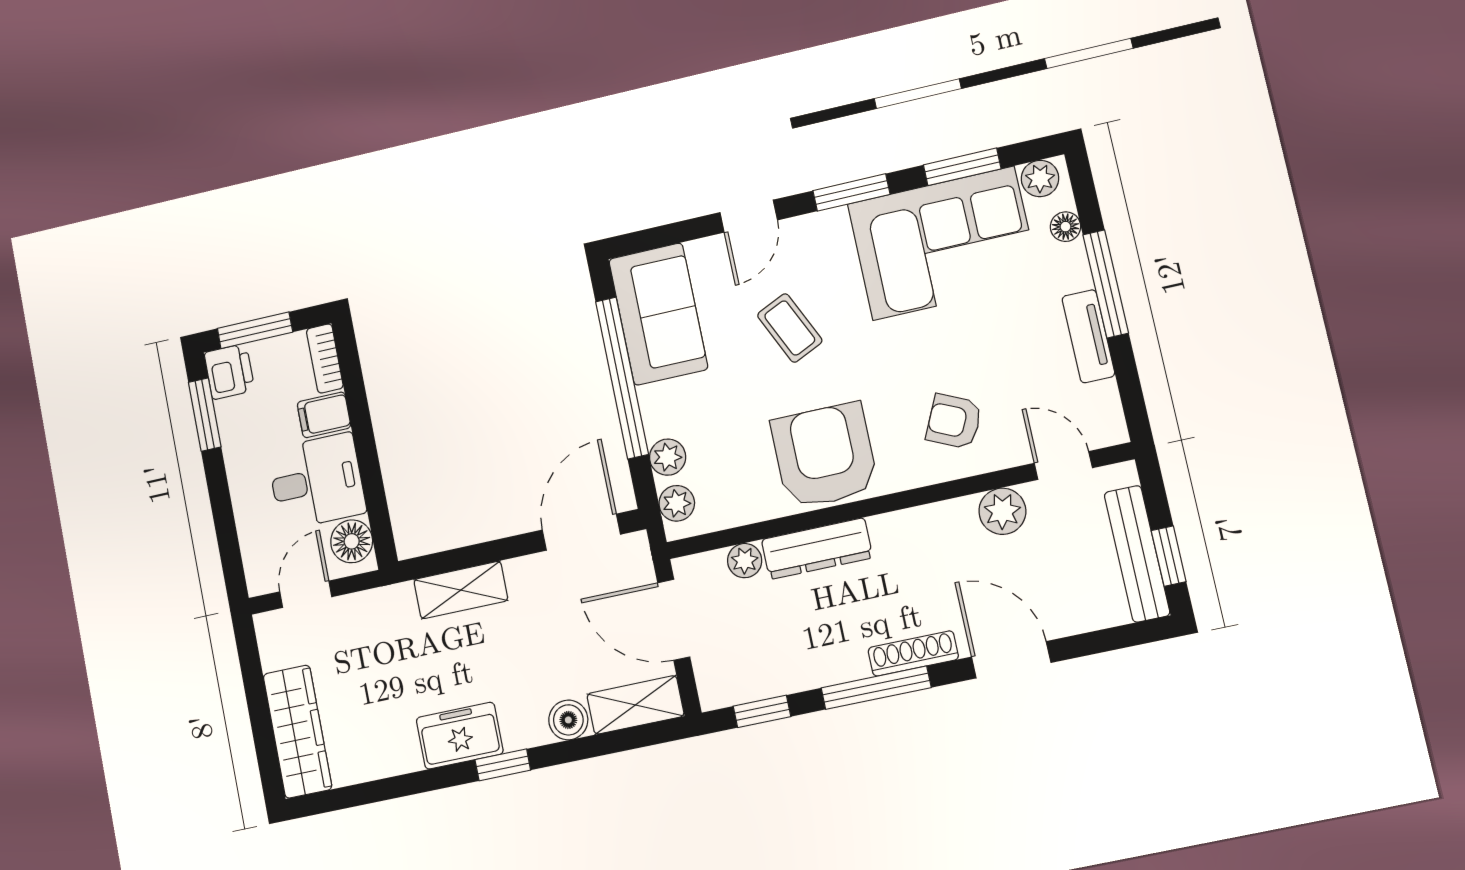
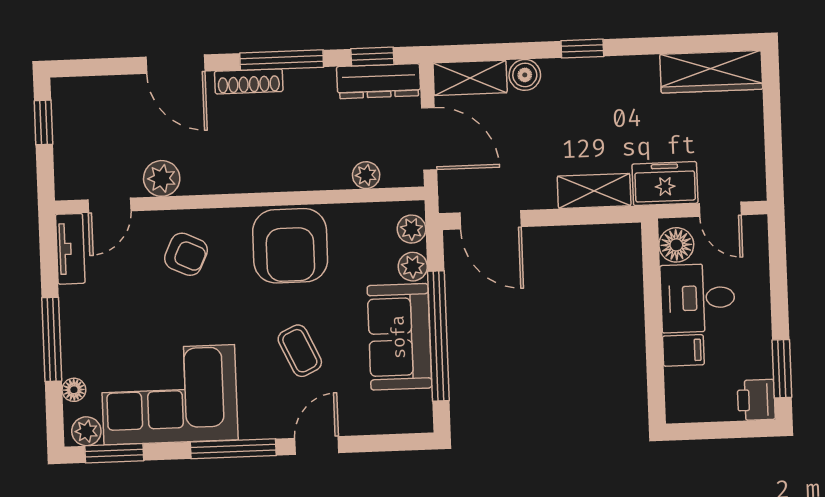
window: (962, 167) -> (114, 453), moved
window: (851, 192) -> (233, 449), width x1.44
sofa: (658, 314) -> (399, 337), moved
window: (255, 330) -> (730, 430), removed
tv unit: (1088, 336) -> (70, 249), moved
bookcase: (325, 358) -> (676, 396), removed
door: (1063, 466) -> (109, 205), hinge flipped
door: (581, 532) -> (491, 220), hinge flipped
dresser: (817, 549) -> (379, 81), moved, turned 180
bench: (1137, 554) -> (67, 128), removed
door: (306, 594) -> (720, 209), hinge flipped
wardrobe: (297, 732) -> (711, 72), moved, turned -90
freezer: (460, 736) -> (665, 184), moved, turned 180

